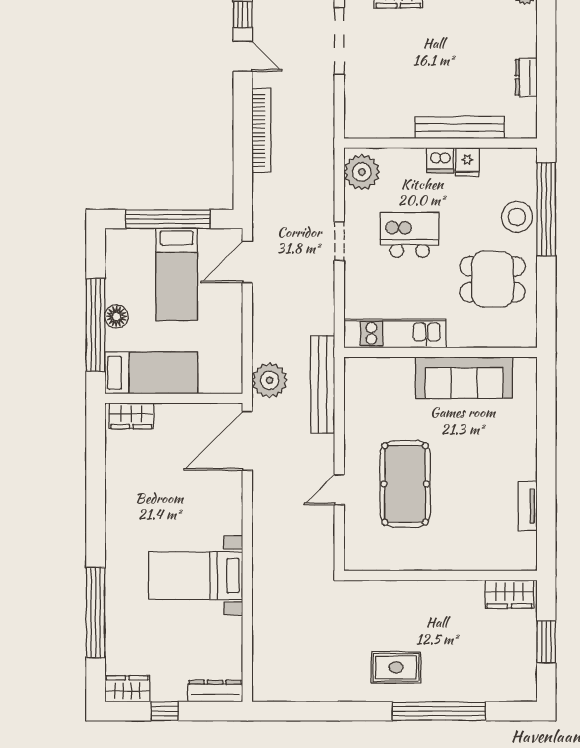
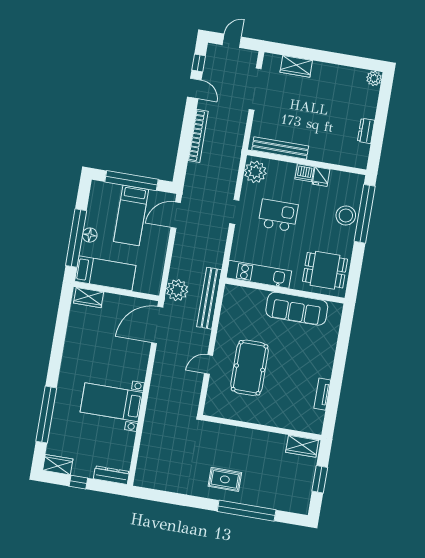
bench: (460, 128) -> (280, 148), moved
dining table: (493, 279) -> (325, 270), moved

